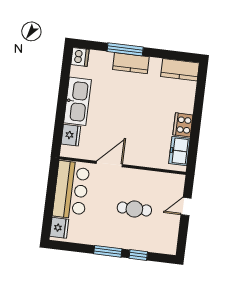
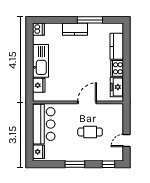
window: (125, 49) -> (90, 20), moved
kitchen counter: (180, 70) -> (117, 46), moved, turned 90
door: (109, 164) -> (87, 102), moved
door: (186, 206) -> (126, 140), moved
window: (138, 255) -> (108, 164), moved

